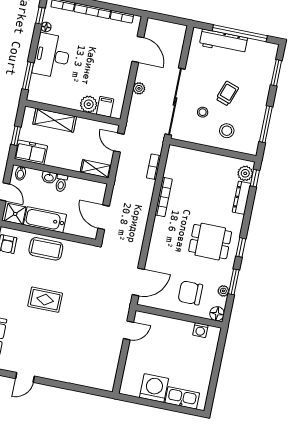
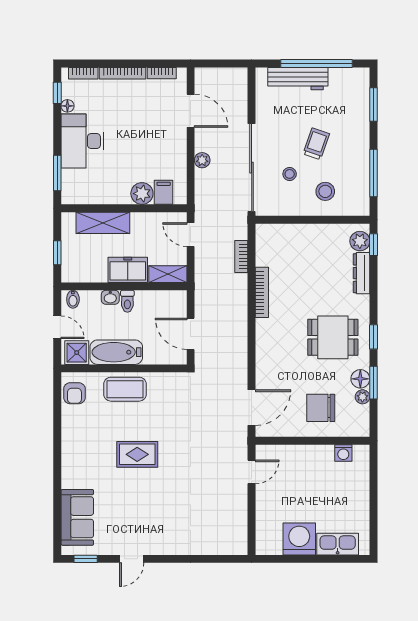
freezer: (31, 152) -> (128, 270), moved
floor lamp: (217, 314) -> (360, 379), moved

